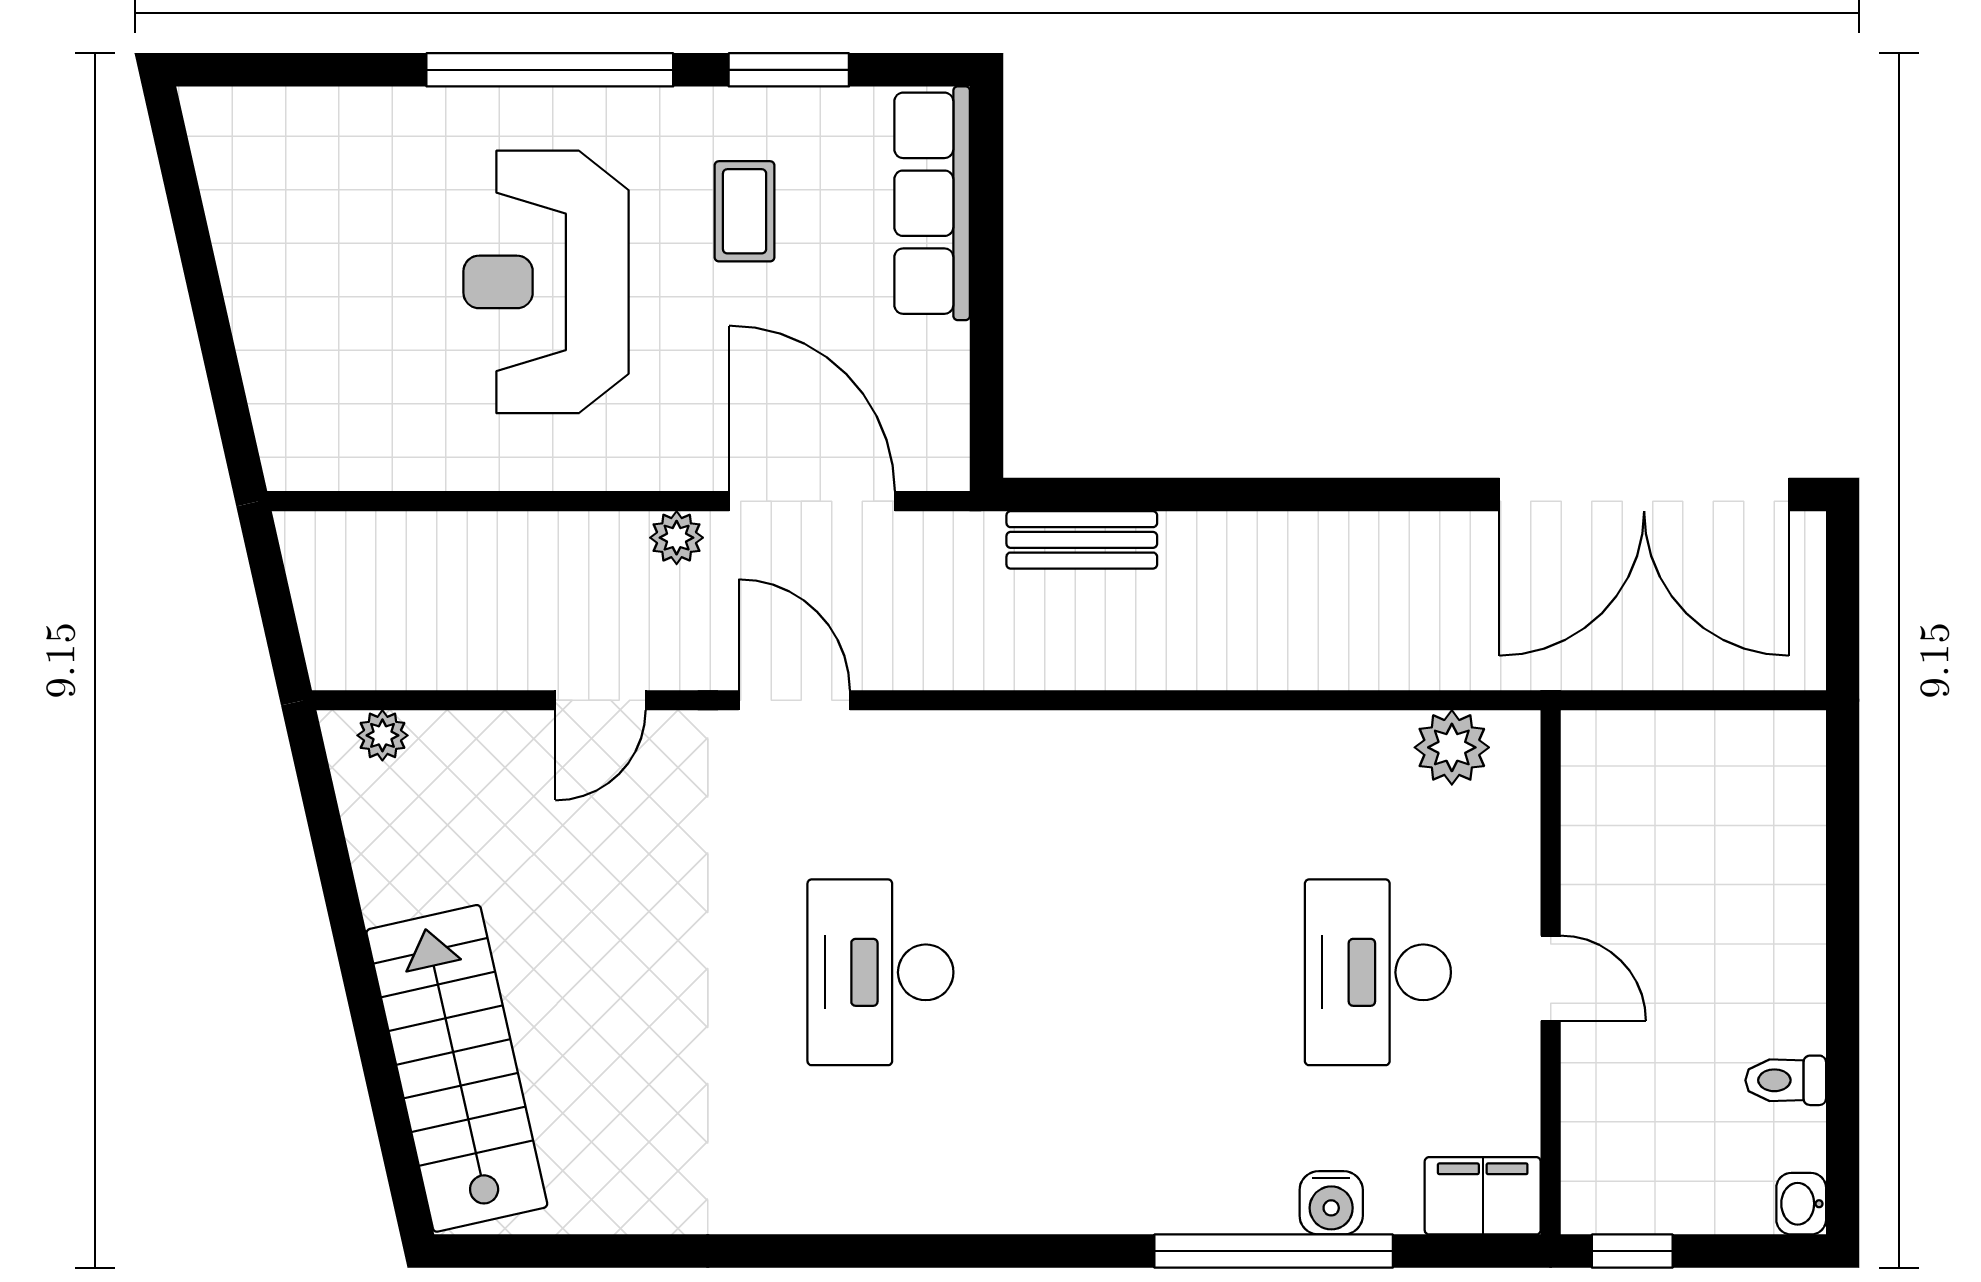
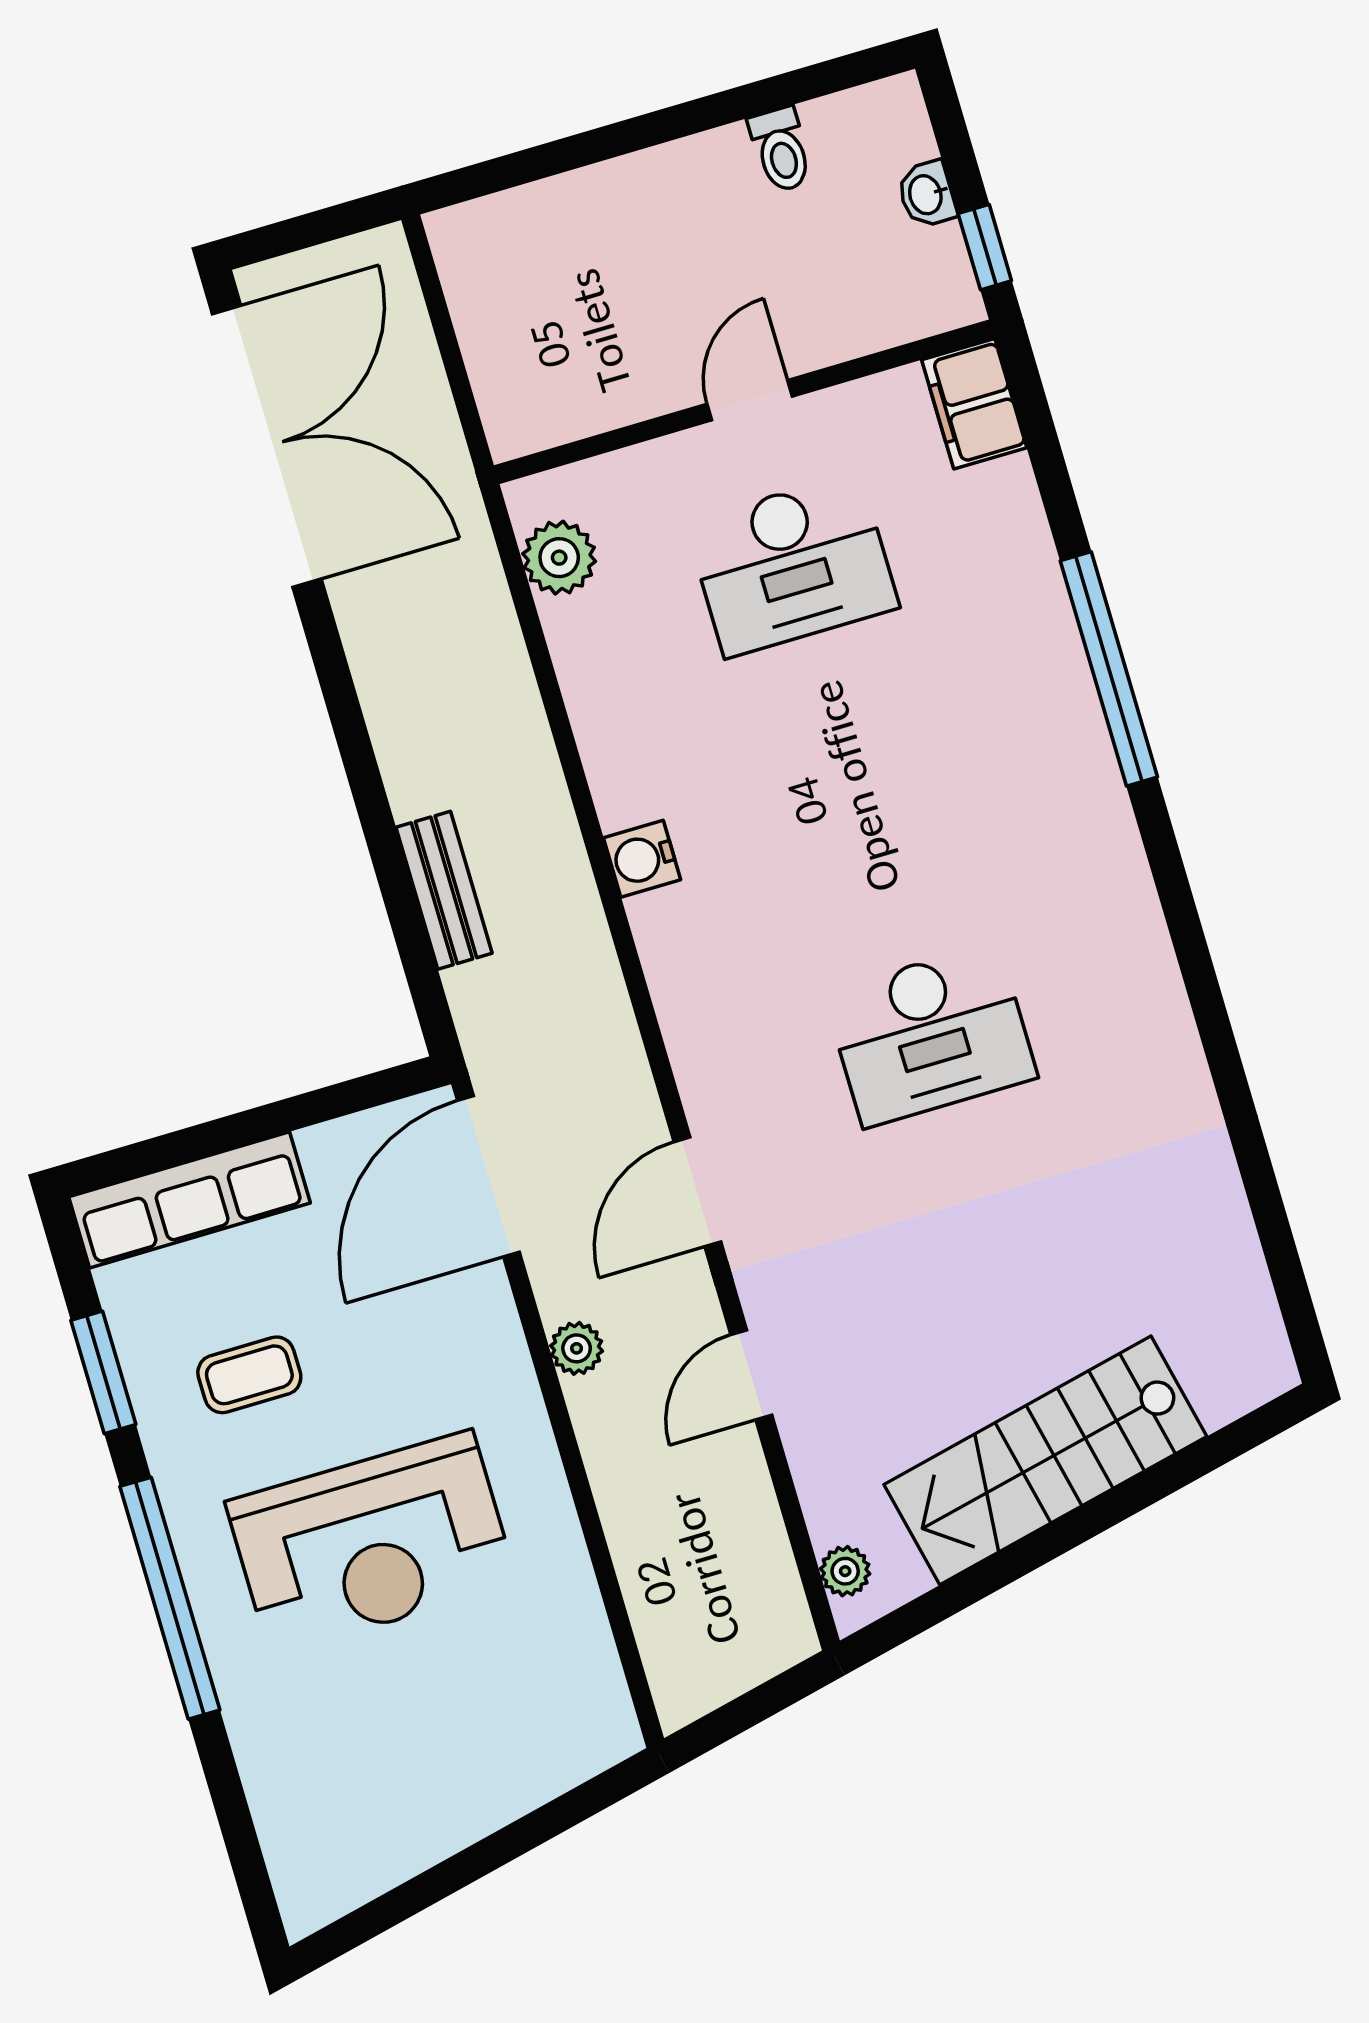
door: (812, 501) -> (489, 1176), moved
bench: (1082, 540) -> (444, 890), moved
door: (600, 700) -> (751, 1375), swing flipped
stairs: (457, 1068) -> (1045, 1460), moved
water cooler: (1331, 1203) -> (642, 859), moved, turned 180
washbasin: (1801, 1204) -> (927, 194), moved, turned 90
window: (1274, 1251) -> (1109, 669), moved

